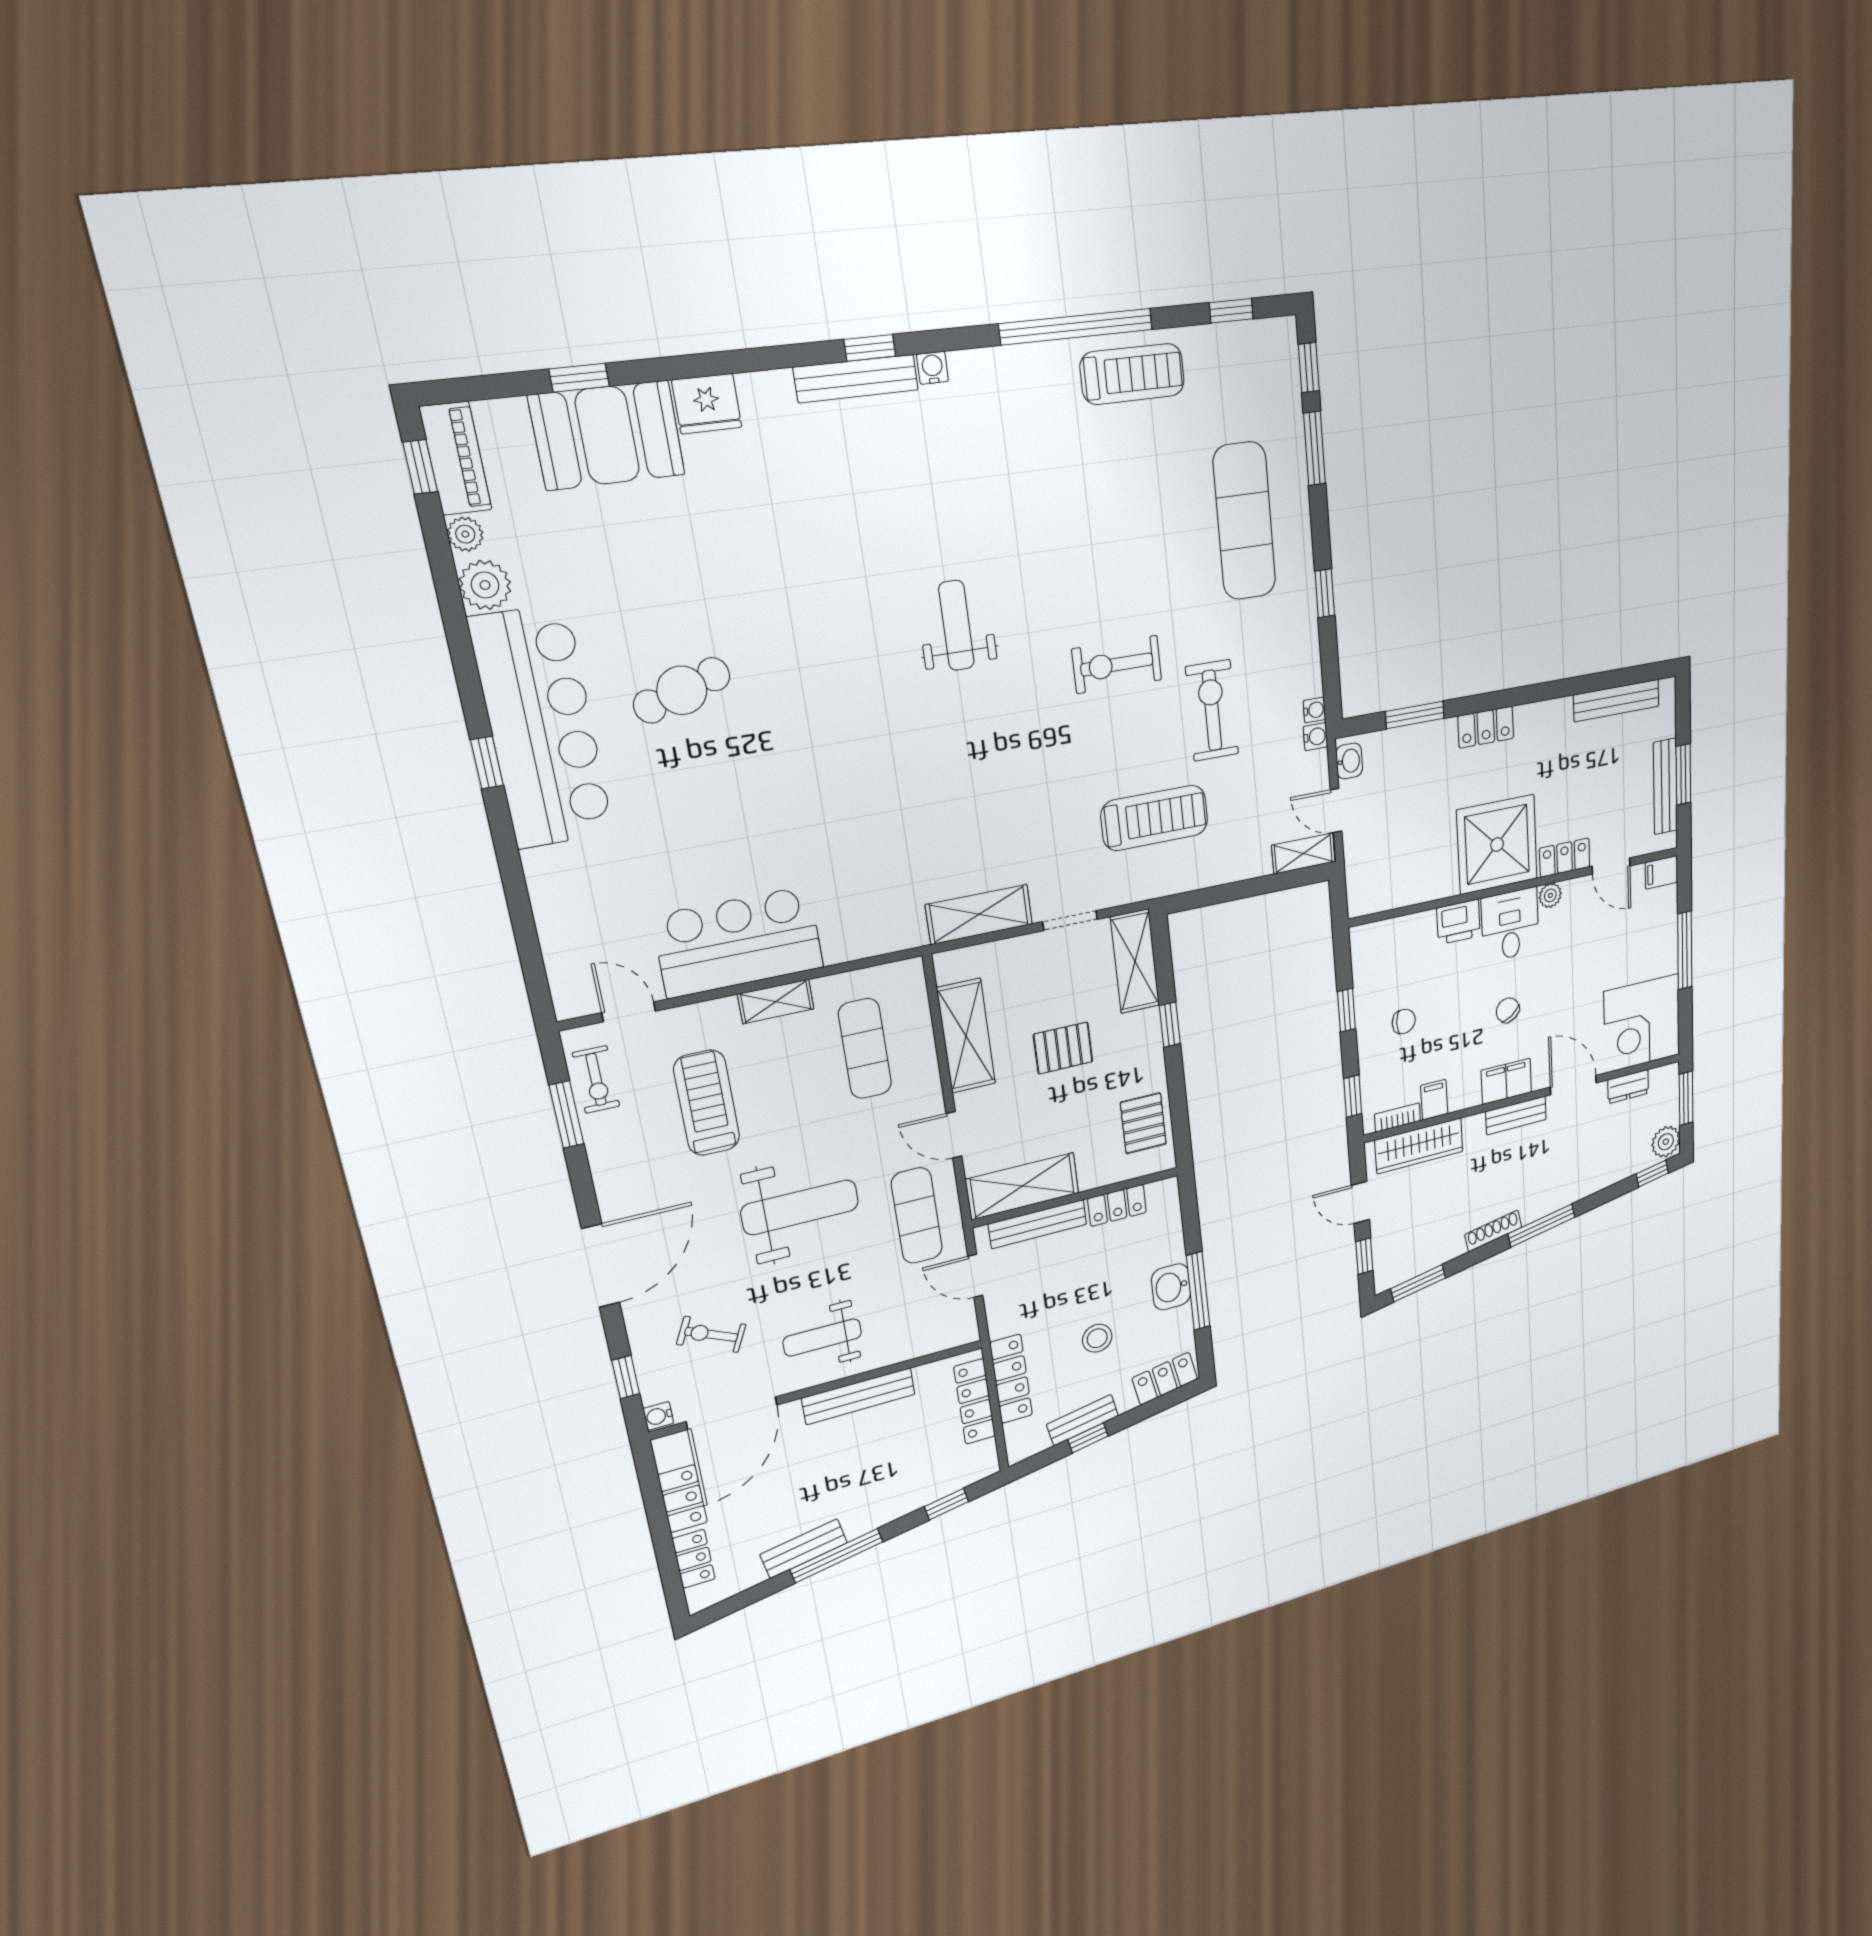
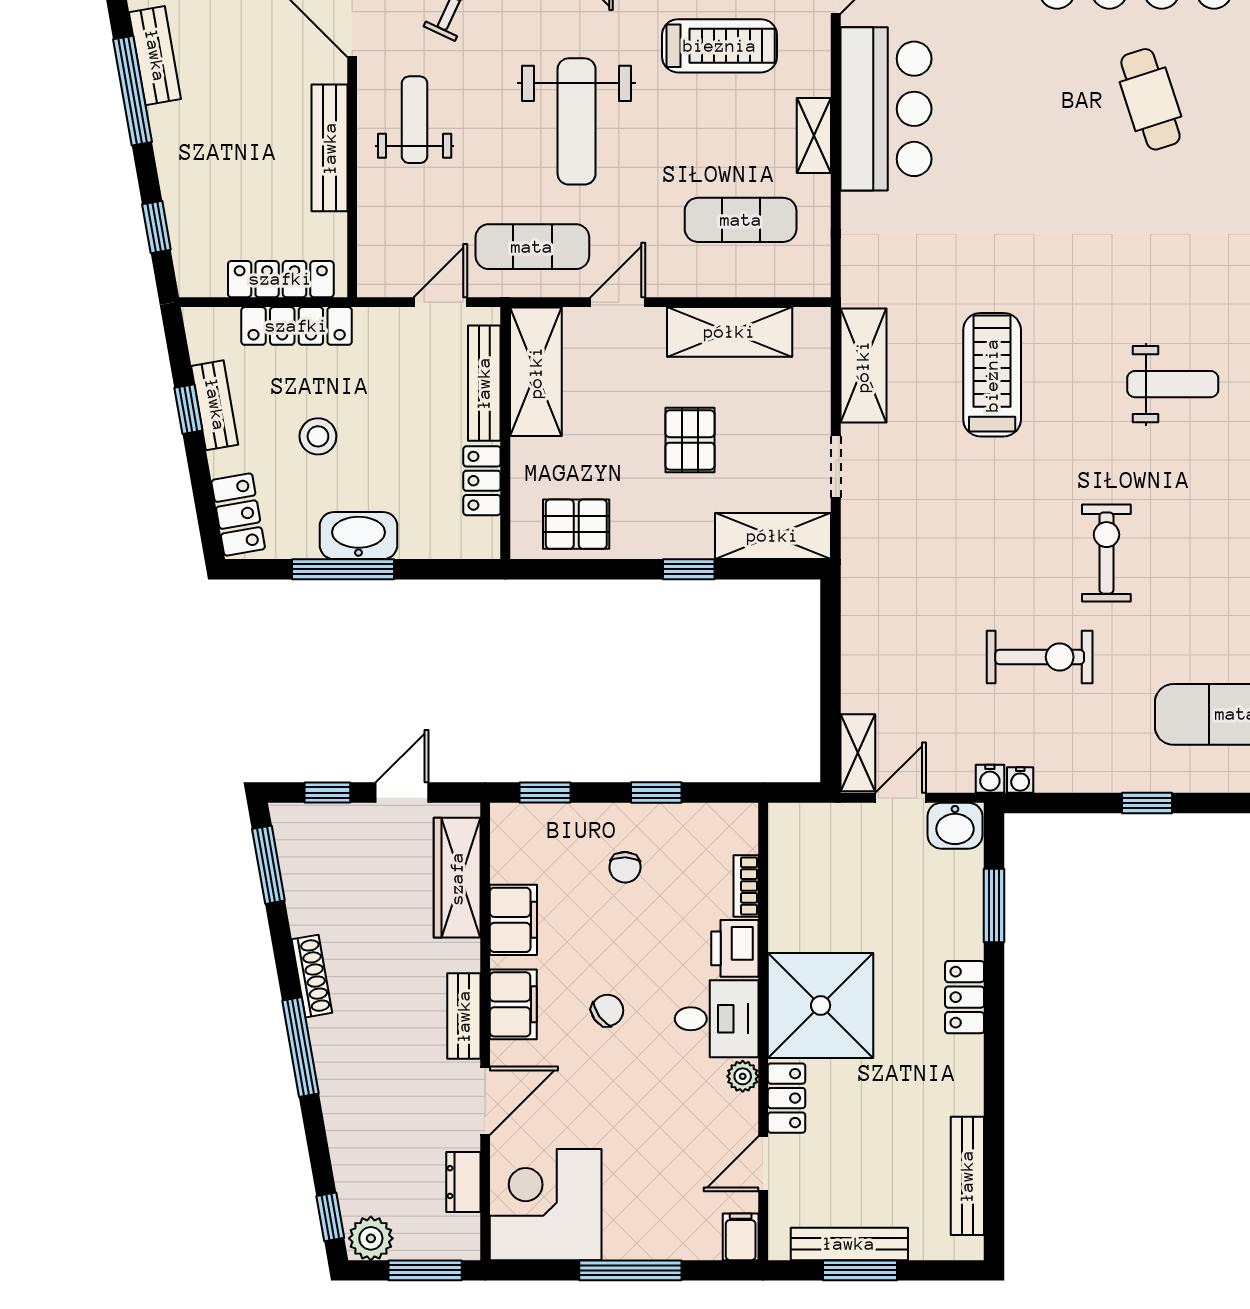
washbasin: (1349, 761) -> (955, 826), width x1.38, depth x1.45
treadmill: (1155, 818) -> (992, 375), moved, turned 180
filing cabinet: (1434, 1100) -> (513, 920), width x2.00
bookcase: (1398, 1117) -> (746, 886), moved, turned 180
washbasin: (1171, 1287) -> (359, 536), width x1.38

